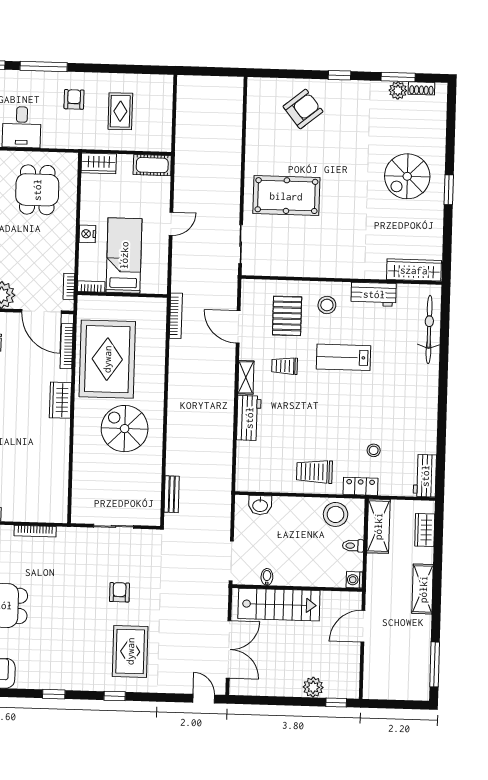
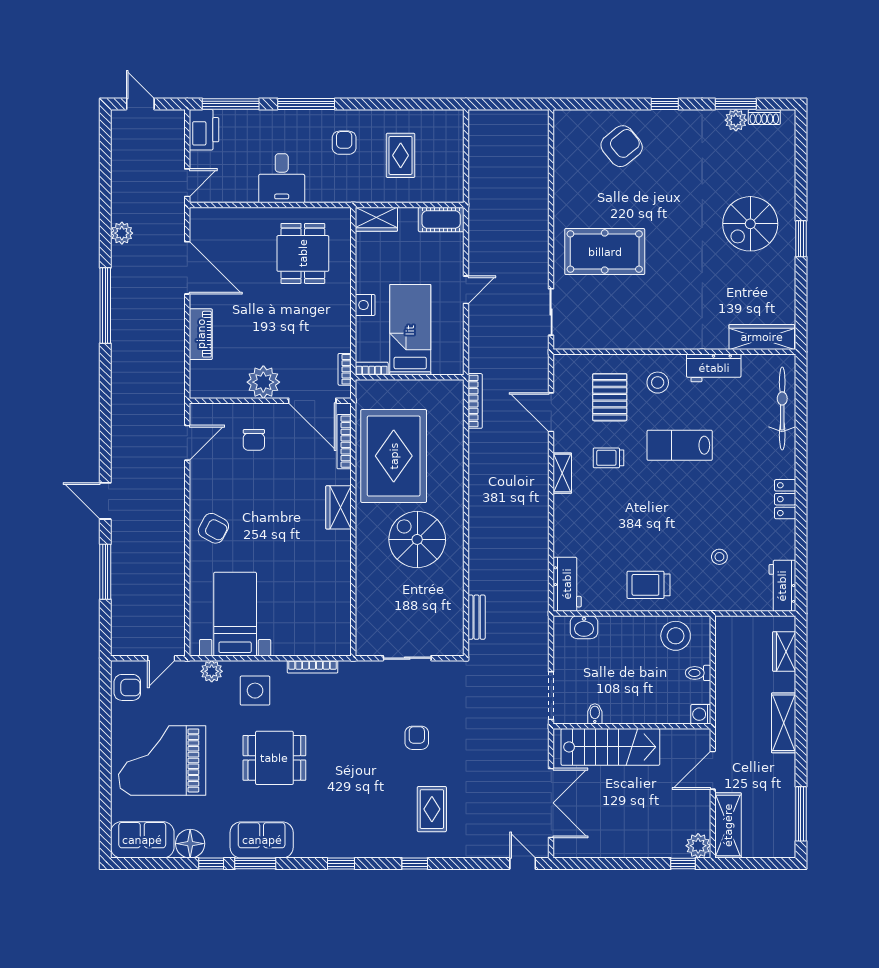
workbench: (249, 418) -> (567, 584), moved
locker: (361, 486) -> (785, 499), moved, turned -90
shelving: (378, 526) -> (728, 825), moved
rug: (130, 651) -> (432, 809), width x0.73, depth x0.70
plant: (313, 687) -> (698, 846), moved

